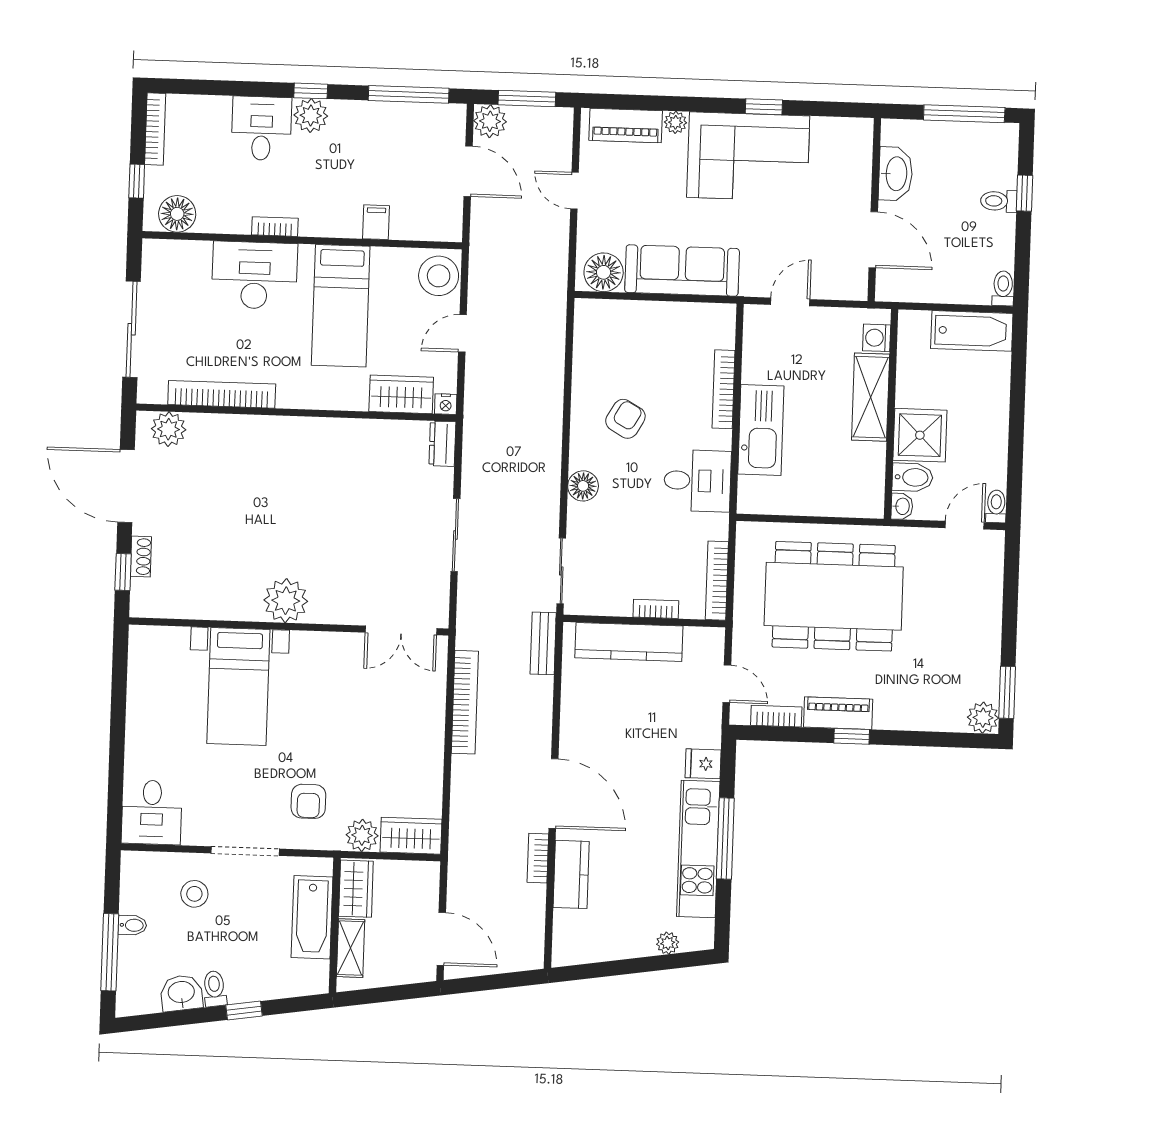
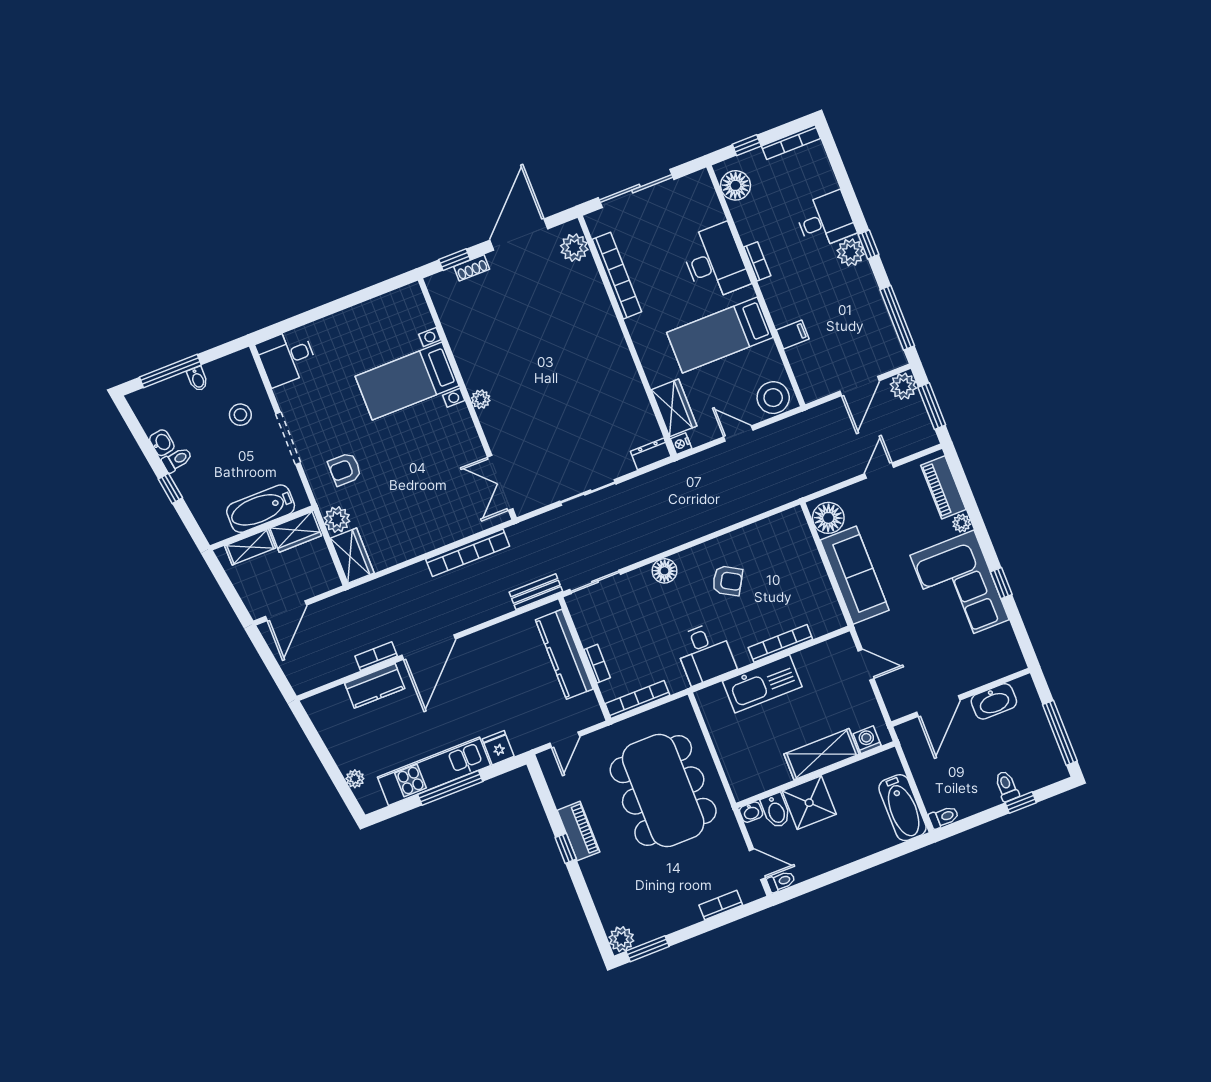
plant: (286, 601) -> (481, 399), width x0.53, depth x0.53
bookcase: (776, 716) -> (721, 905), moved, turned -90
washbasin: (181, 993) -> (162, 443), width x0.72, depth x0.69

